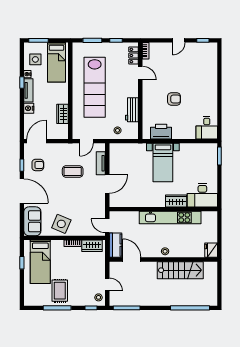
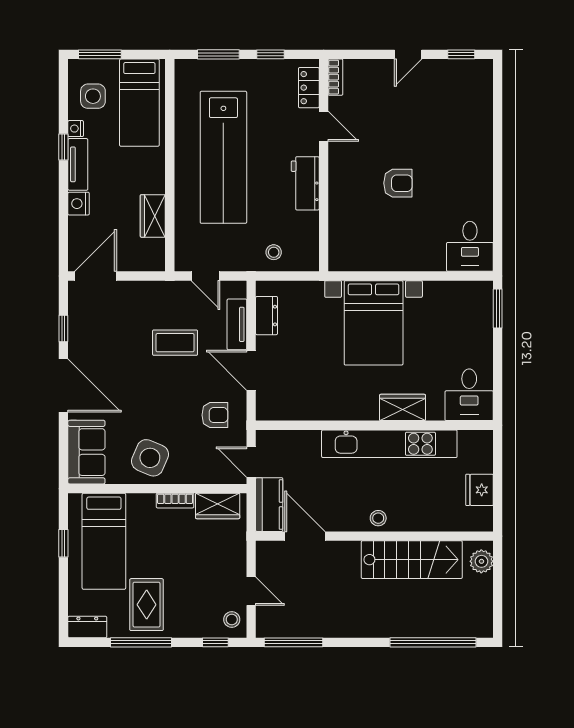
workbench: (132, 110) -> (305, 183), moved
printer: (161, 132) -> (369, 255), removed
door: (87, 141) -> (205, 276), hinge flipped
dresser: (114, 159) -> (267, 316), added
bed with nightstands: (163, 163) -> (374, 323), width x1.36
armchair: (38, 165) -> (215, 415), moved
door: (107, 184) -> (251, 370), swing flipped
desk: (202, 195) -> (469, 395), width x0.73
fridge: (211, 250) -> (480, 490), moved
plant: (212, 271) -> (481, 561), added
dresser: (33, 301) -> (87, 627), added

